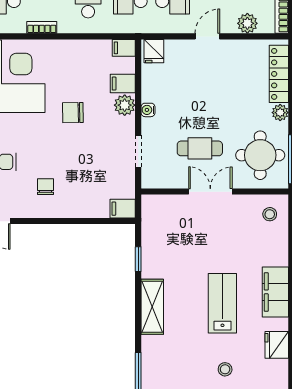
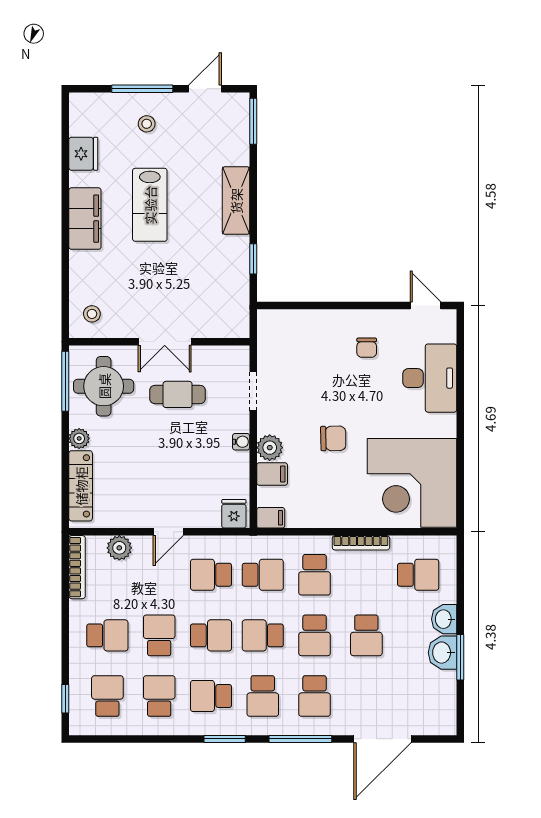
bookcase: (42, 27) -> (361, 543), width x1.56
filing cabinet: (123, 209) -> (272, 321), removed

